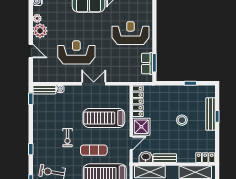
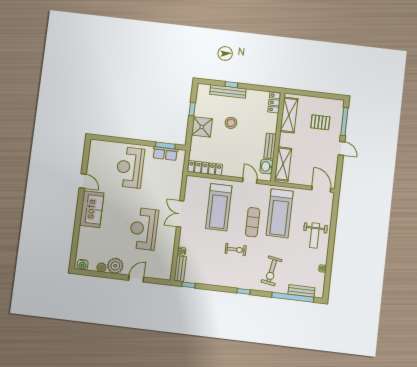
shower: (141, 127) -> (202, 127), moved

